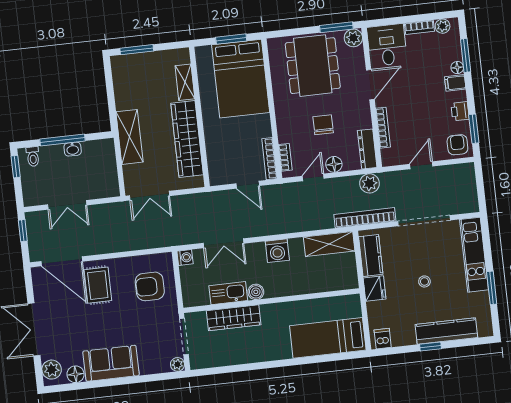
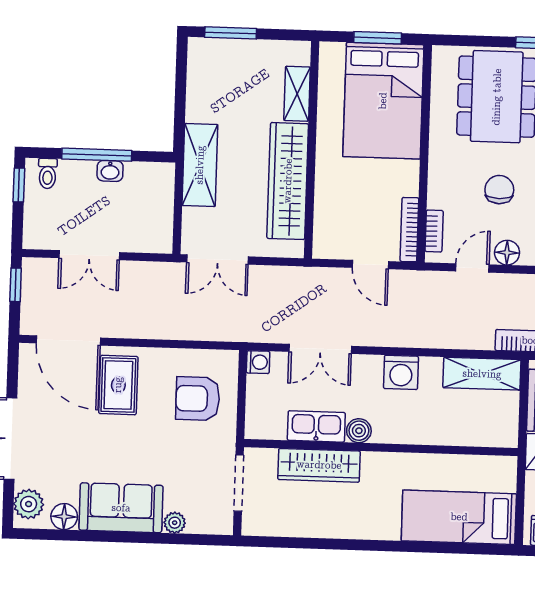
plant: (177, 364) -> (175, 523), moved

